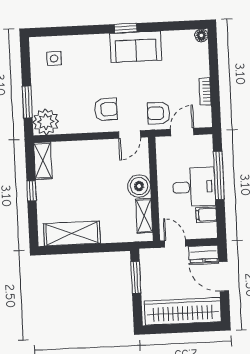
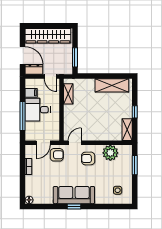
sofa: (136, 47) -> (74, 195), width x1.36
plant: (46, 122) -> (110, 153), moved
boiler: (139, 186) -> (70, 112), removed

